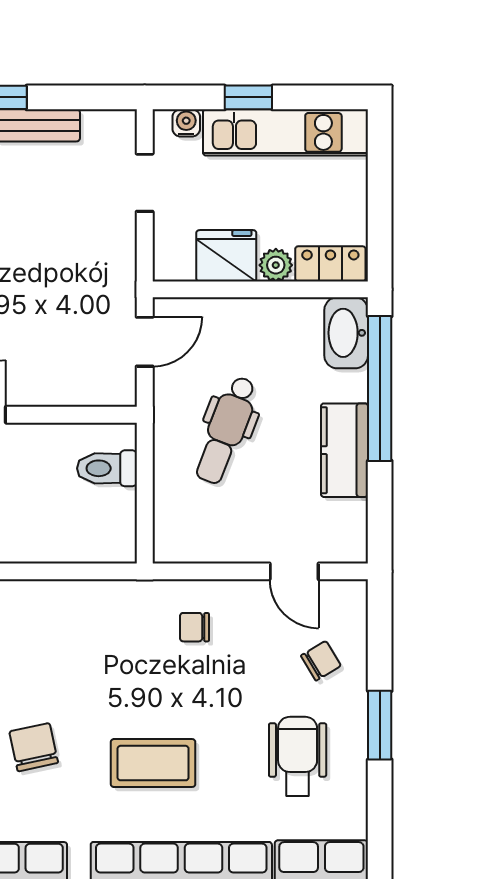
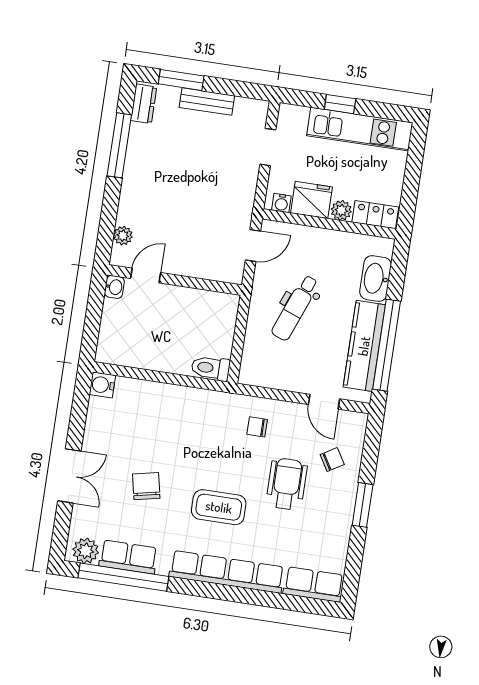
water cooler: (186, 123) -> (281, 203), moved, turned 180
washbasin: (346, 333) -> (376, 279), moved
window: (380, 389) -> (387, 345), moved
kitchen counter: (344, 450) -> (364, 346), width x1.50
toilet: (107, 468) -> (211, 368), moved
wheelchair: (298, 756) -> (287, 484), moved

